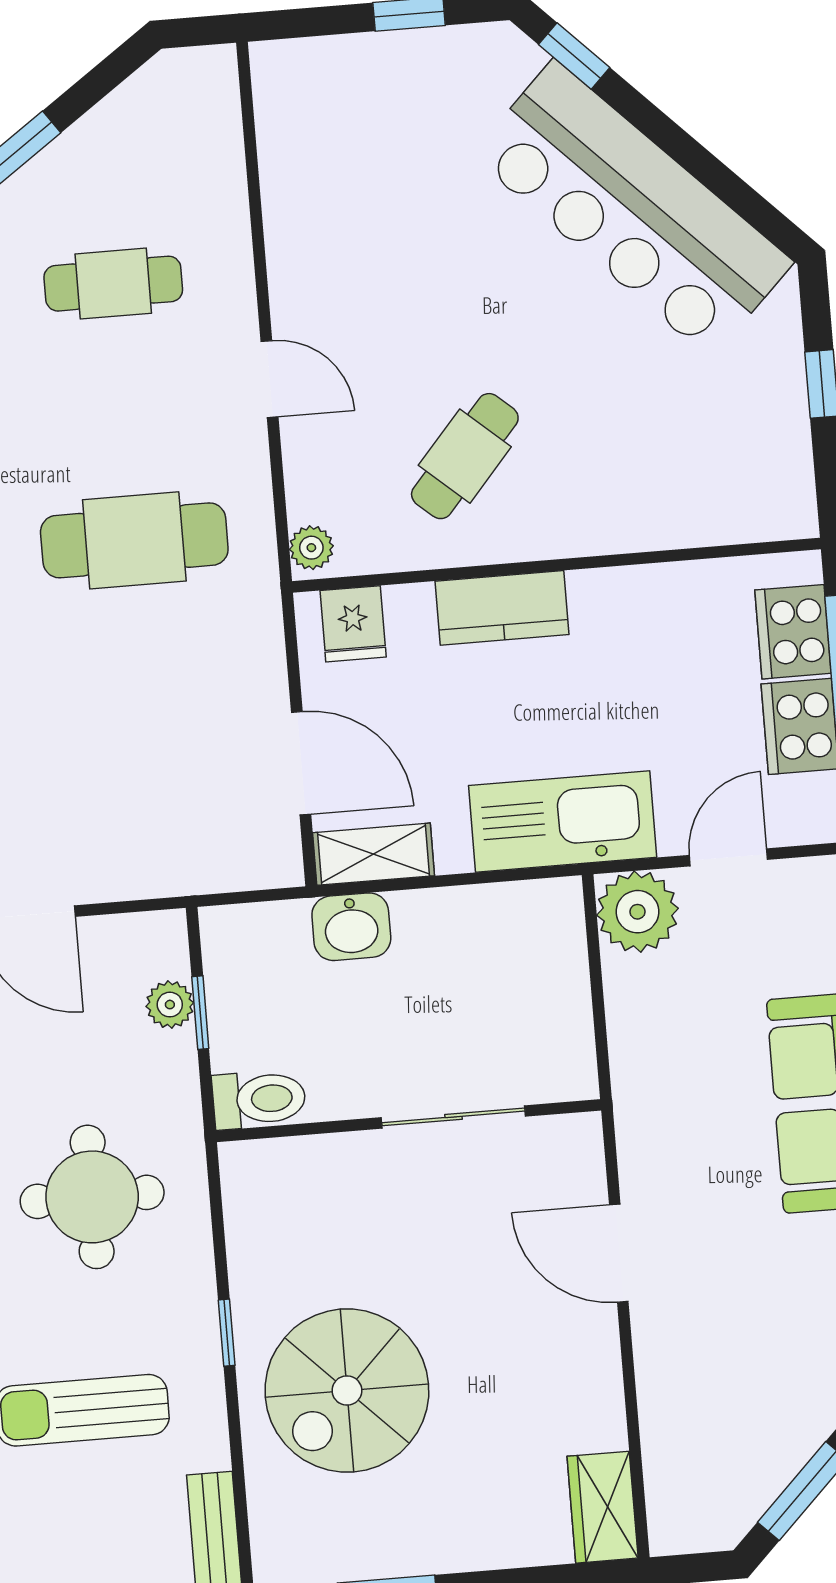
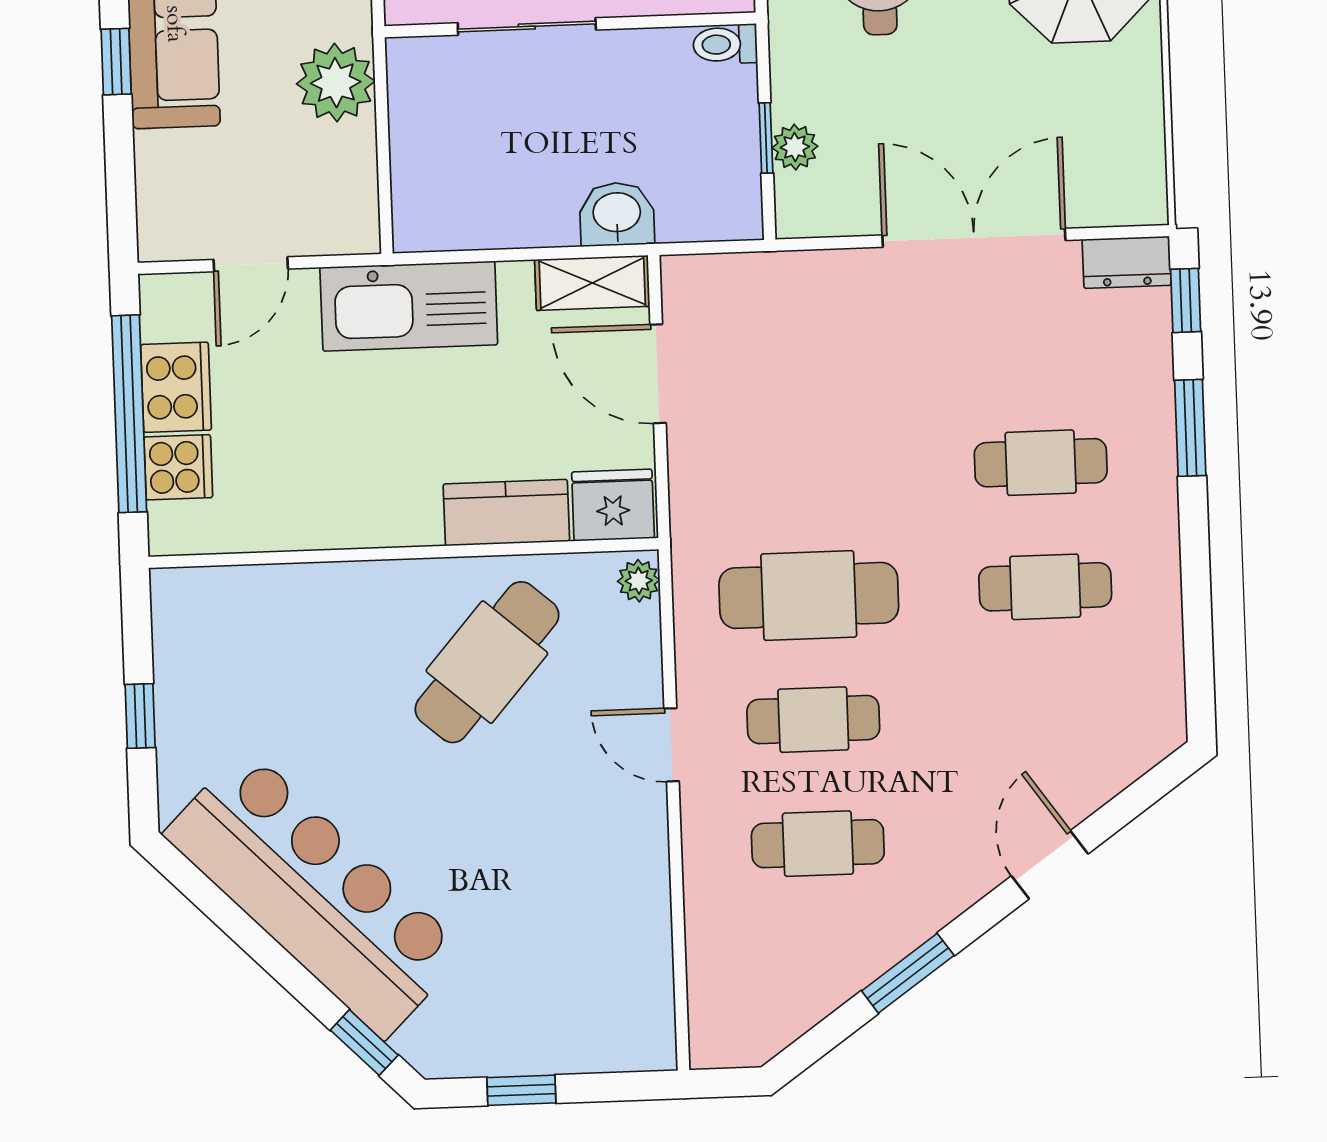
cafe table: (124, 412) -> (813, 720), added
cafe table: (465, 456) -> (487, 662), width x1.37, depth x1.35
kitchen counter: (502, 608) -> (506, 513), moved
fridge: (353, 624) -> (613, 505), width x1.38
cooker: (793, 632) -> (178, 467), width x0.73
plant: (638, 912) -> (336, 83), moved
toilet: (259, 1099) -> (725, 44), width x0.73, depth x0.72

